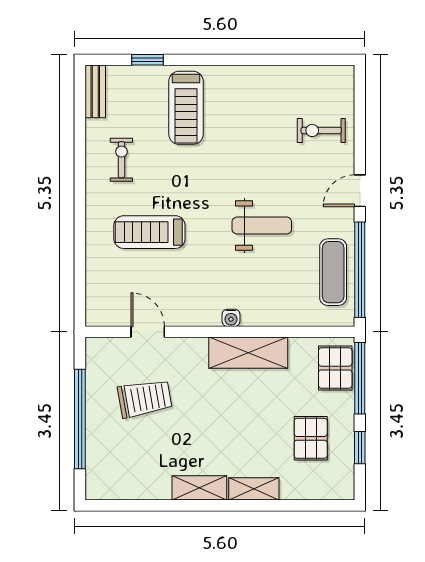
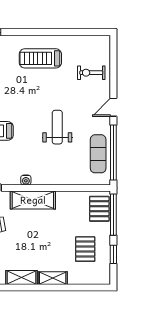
treadmill: (186, 108) -> (40, 58), moved, turned 90
weight bench: (262, 226) -> (57, 127), turned -90
water cooler: (231, 318) -> (26, 180), moved
shelving: (248, 353) -> (33, 200), moved

